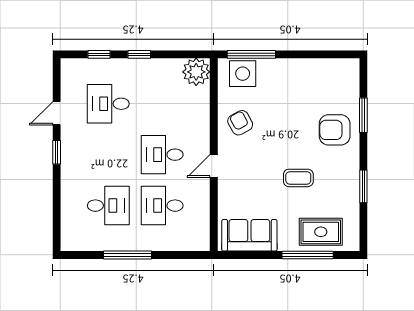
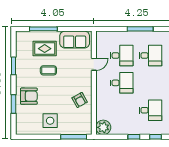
side table: (243, 74) -> (50, 121), moved
door: (214, 166) -> (94, 64), moved
desk: (108, 206) -> (151, 56), turned 180
rug: (321, 232) -> (45, 49), moved

